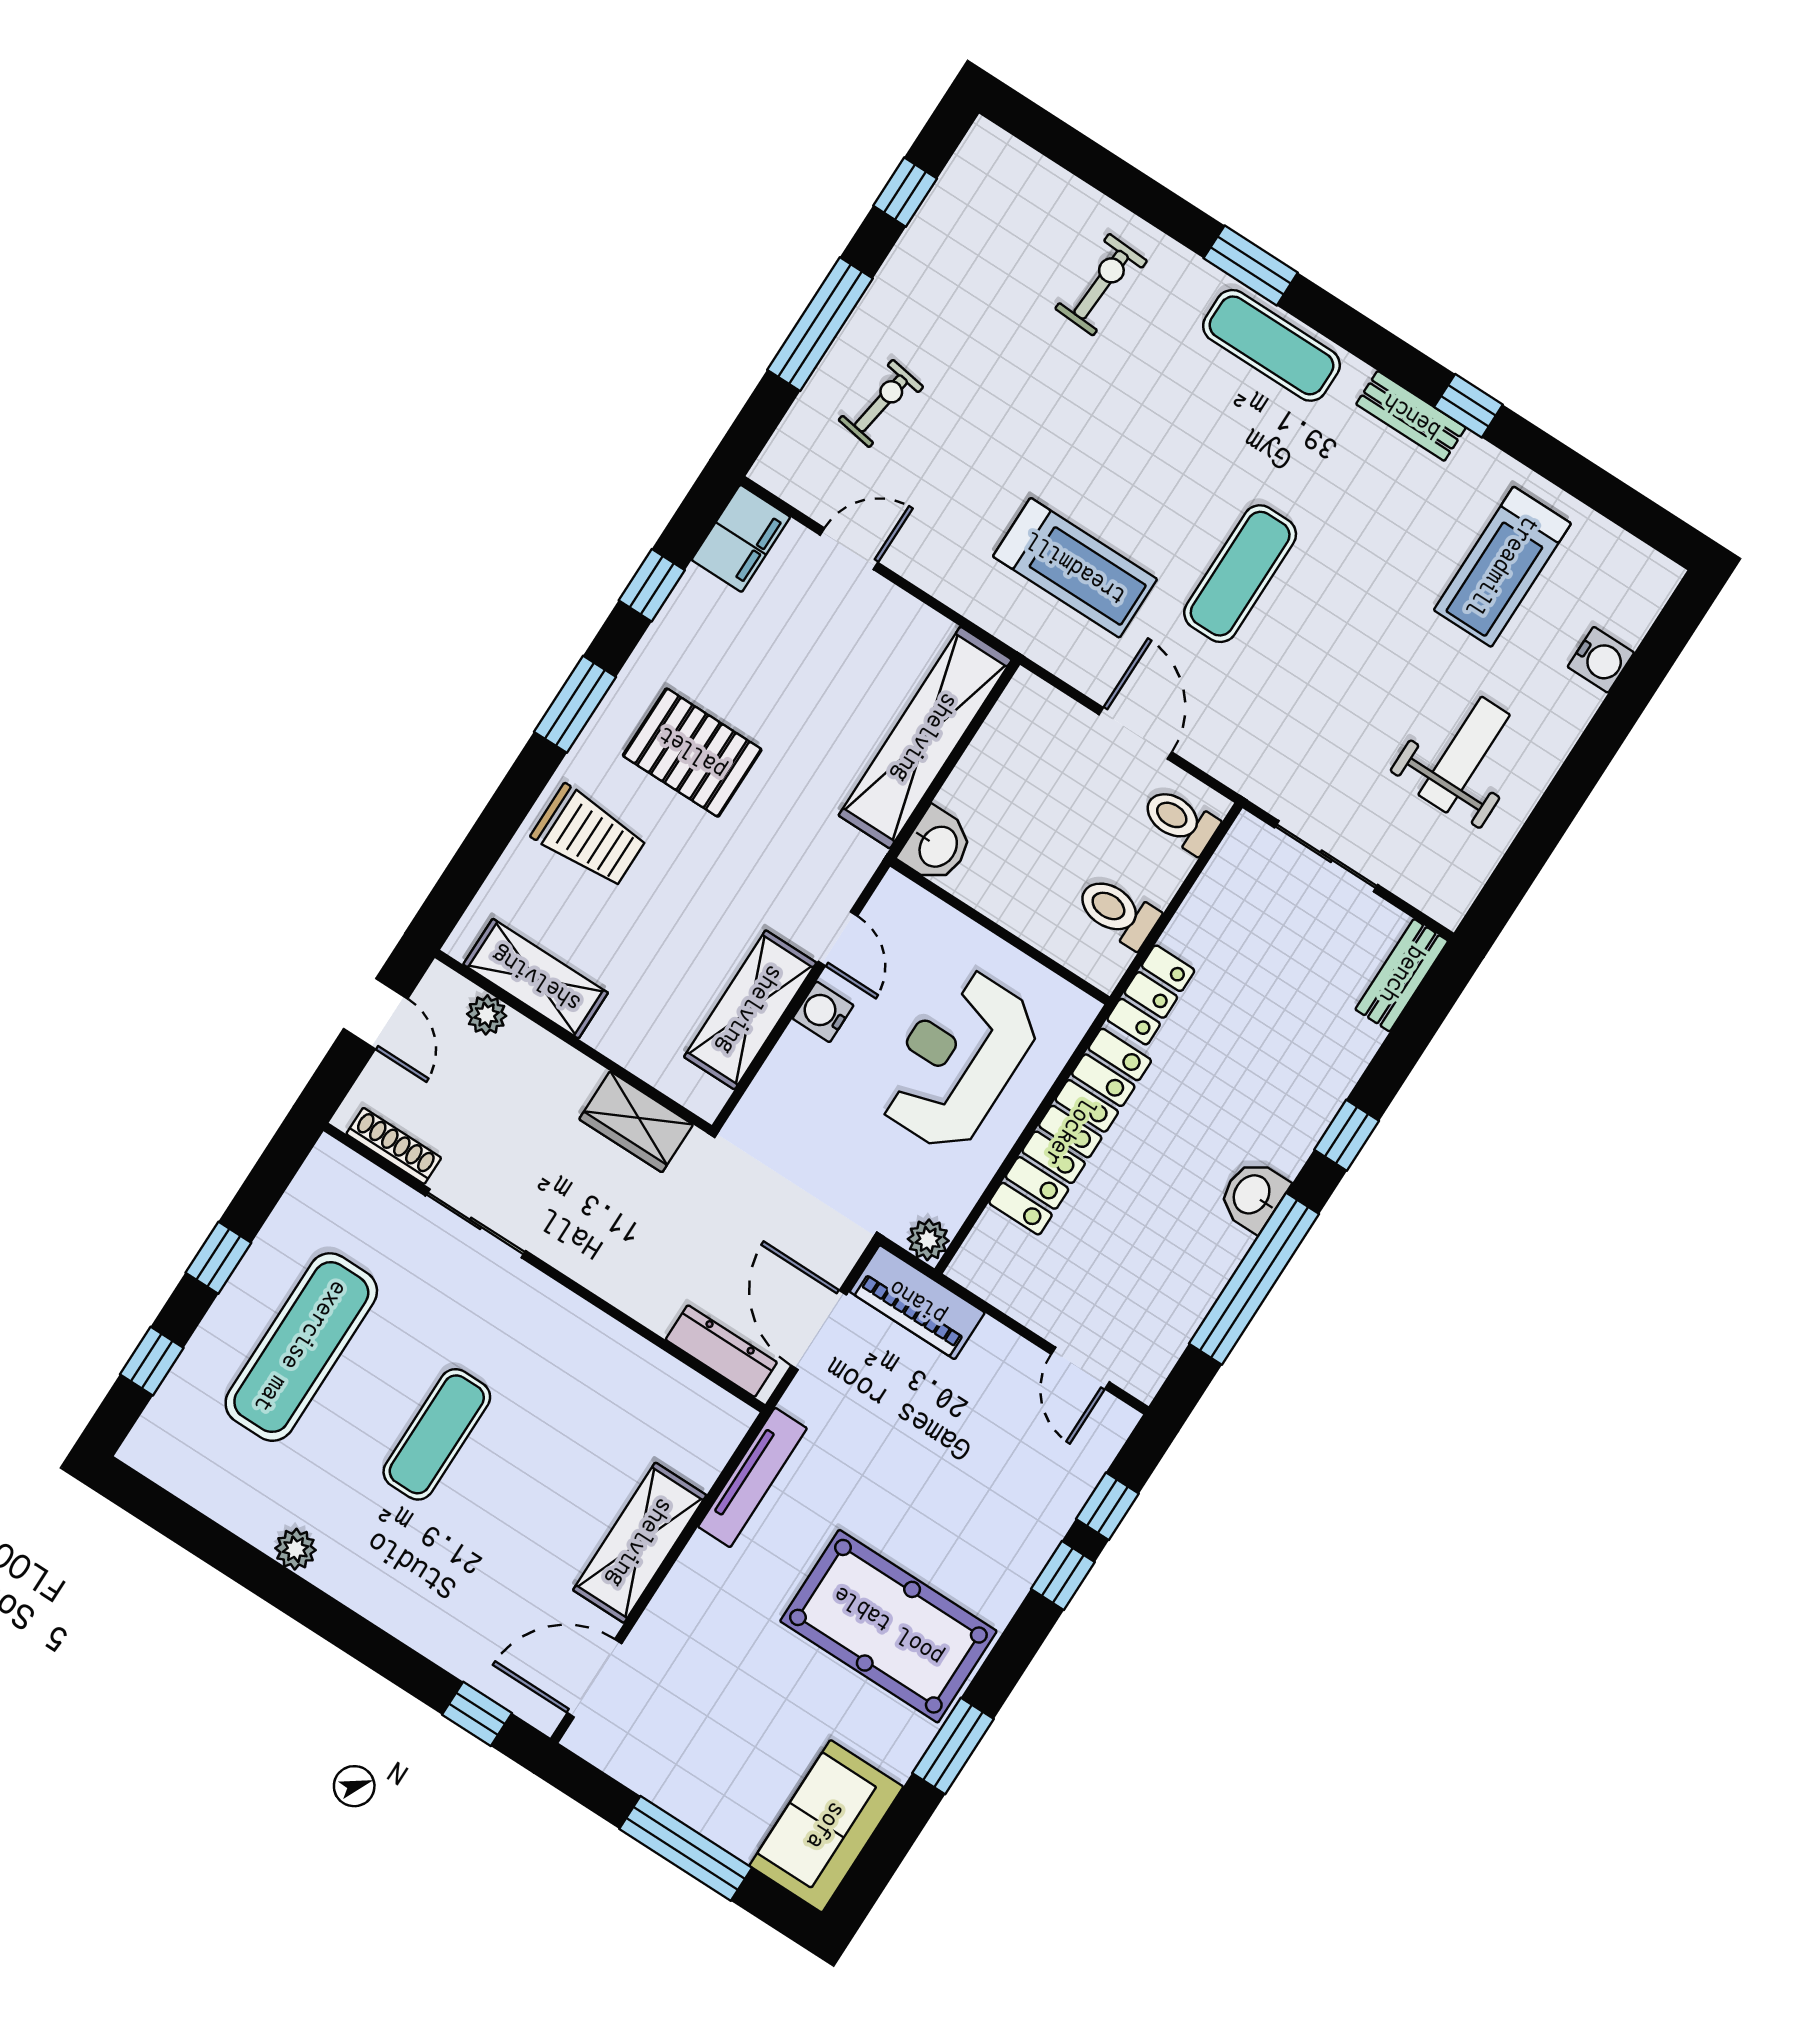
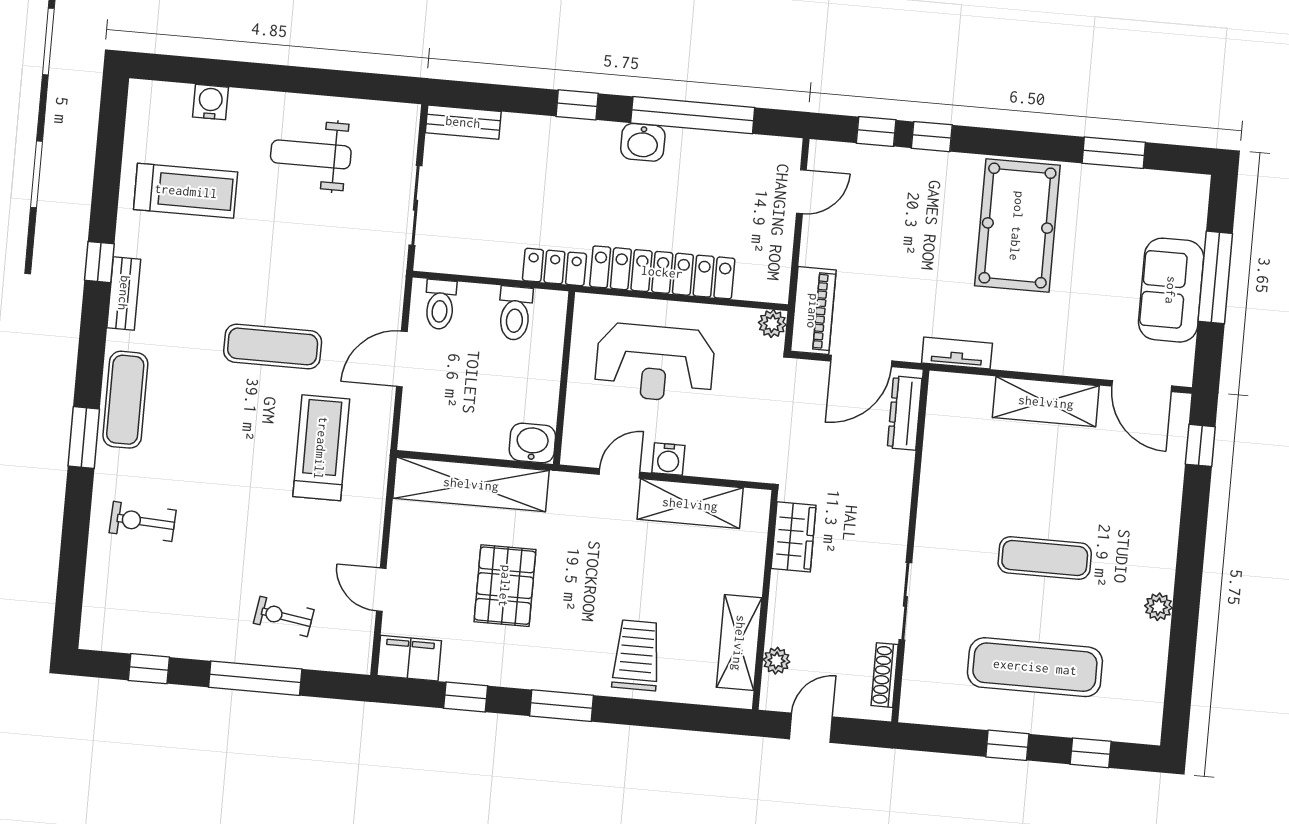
pallet: (692, 753) -> (505, 586), moved
tv unit: (753, 1478) -> (957, 353), width x0.71
window: (953, 1746) -> (1114, 153), moved
sofa: (826, 1826) -> (1171, 290), moved, turned 90

